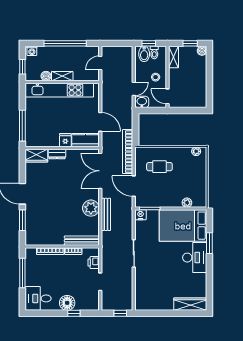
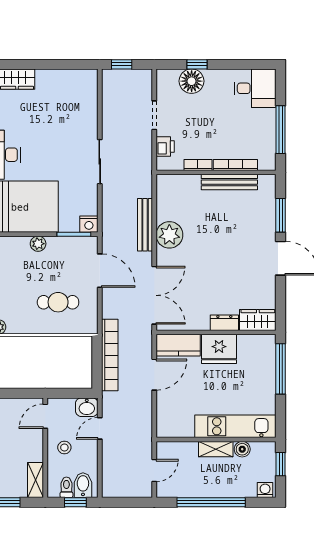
kitchen unit: (59, 90) -> (235, 426), width x0.73
door: (167, 96) -> (45, 416), swing flipped
door: (100, 122) -> (154, 375), swing flipped
fridge: (65, 140) -> (219, 349), width x1.88, depth x1.34
bookcase: (128, 152) -> (110, 355), moved
plant: (187, 203) -> (38, 244), moved
bench: (82, 241) -> (229, 182), moved
floor lamp: (67, 303) -> (192, 81), moved

